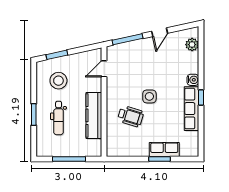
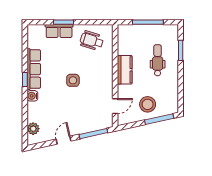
window: (57, 55) -> (159, 119), width x1.44
stool: (58, 81) -> (148, 104), moved
window: (34, 115) -> (181, 50), moved
kitchen counter: (94, 115) -> (125, 70), width x0.67
wheelchair: (131, 116) -> (92, 41), moved

